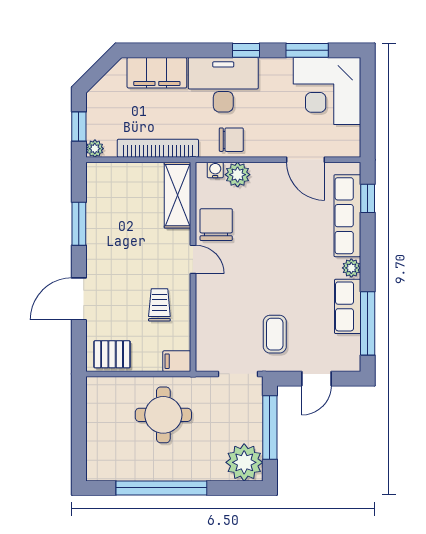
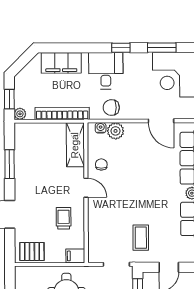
desk: (223, 85) -> (106, 71), width x0.73
chair: (231, 140) -> (111, 108), turned 180
chair: (216, 225) -> (101, 164), width x0.54, depth x0.54

